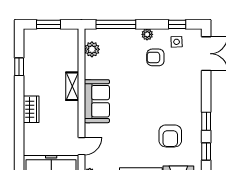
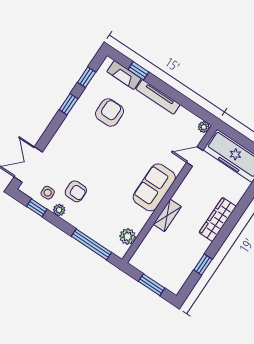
plant: (147, 34) -> (59, 210), moved
wardrobe: (31, 109) -> (218, 219), width x1.50

